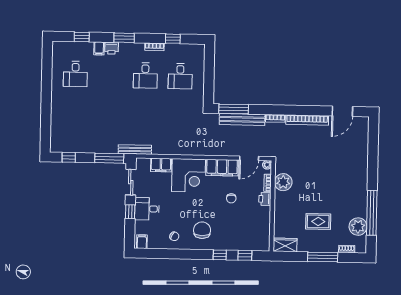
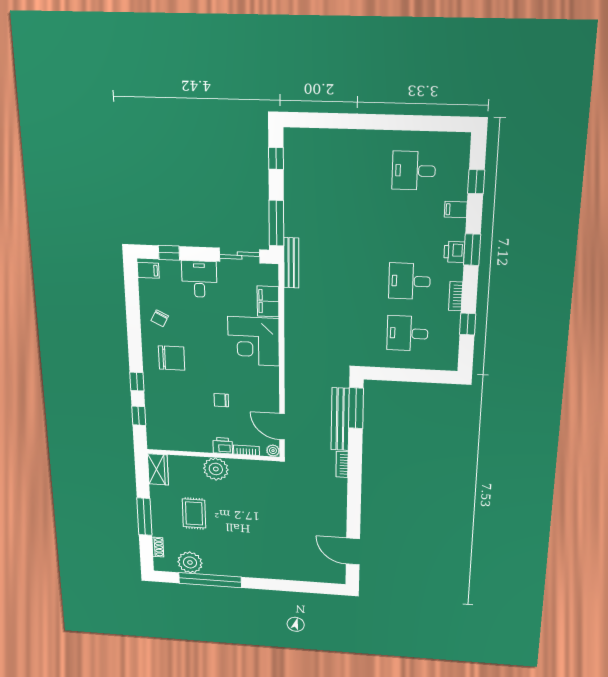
printer: (112, 48) -> (454, 252), moved
bookcase: (307, 120) -> (340, 506), removed
filing cabinet: (222, 168) -> (267, 389), removed
plant: (283, 182) -> (216, 469), moved
window: (130, 212) -> (169, 253), moved

